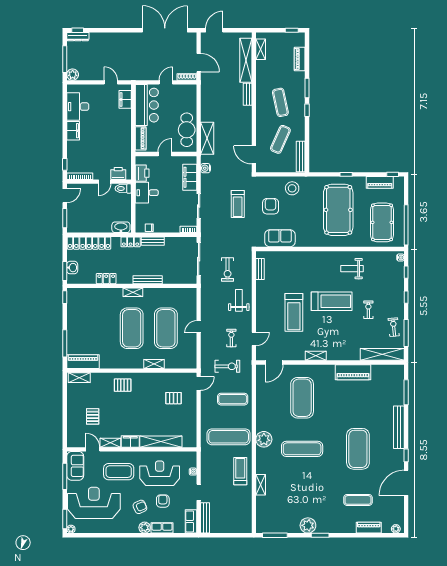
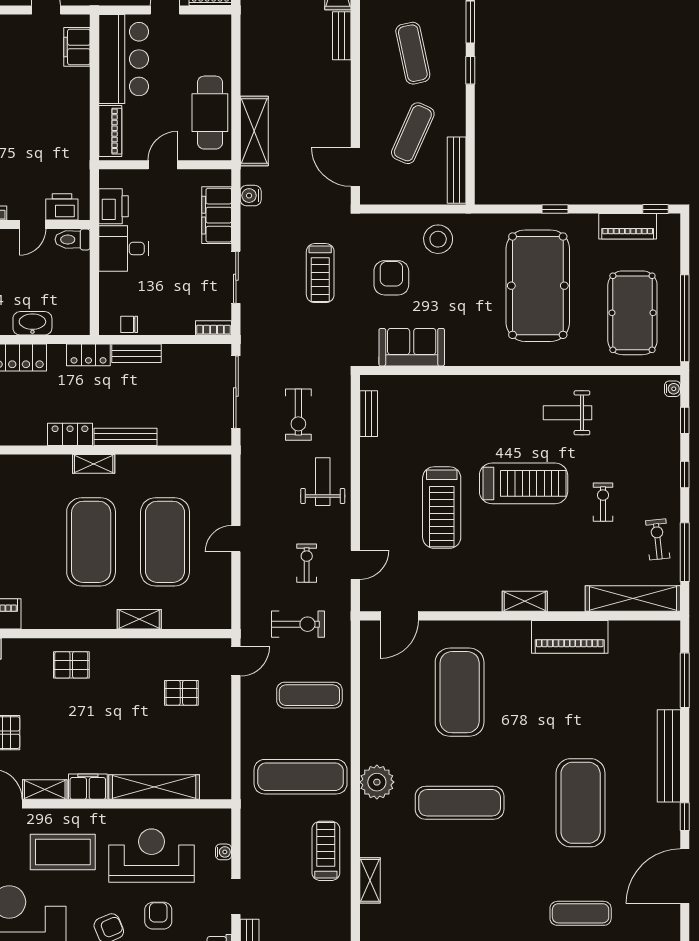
washbasin: (121, 227) -> (32, 323), moved
locker: (106, 279) -> (70, 434), moved
shelving: (316, 356) -> (525, 601), moved

